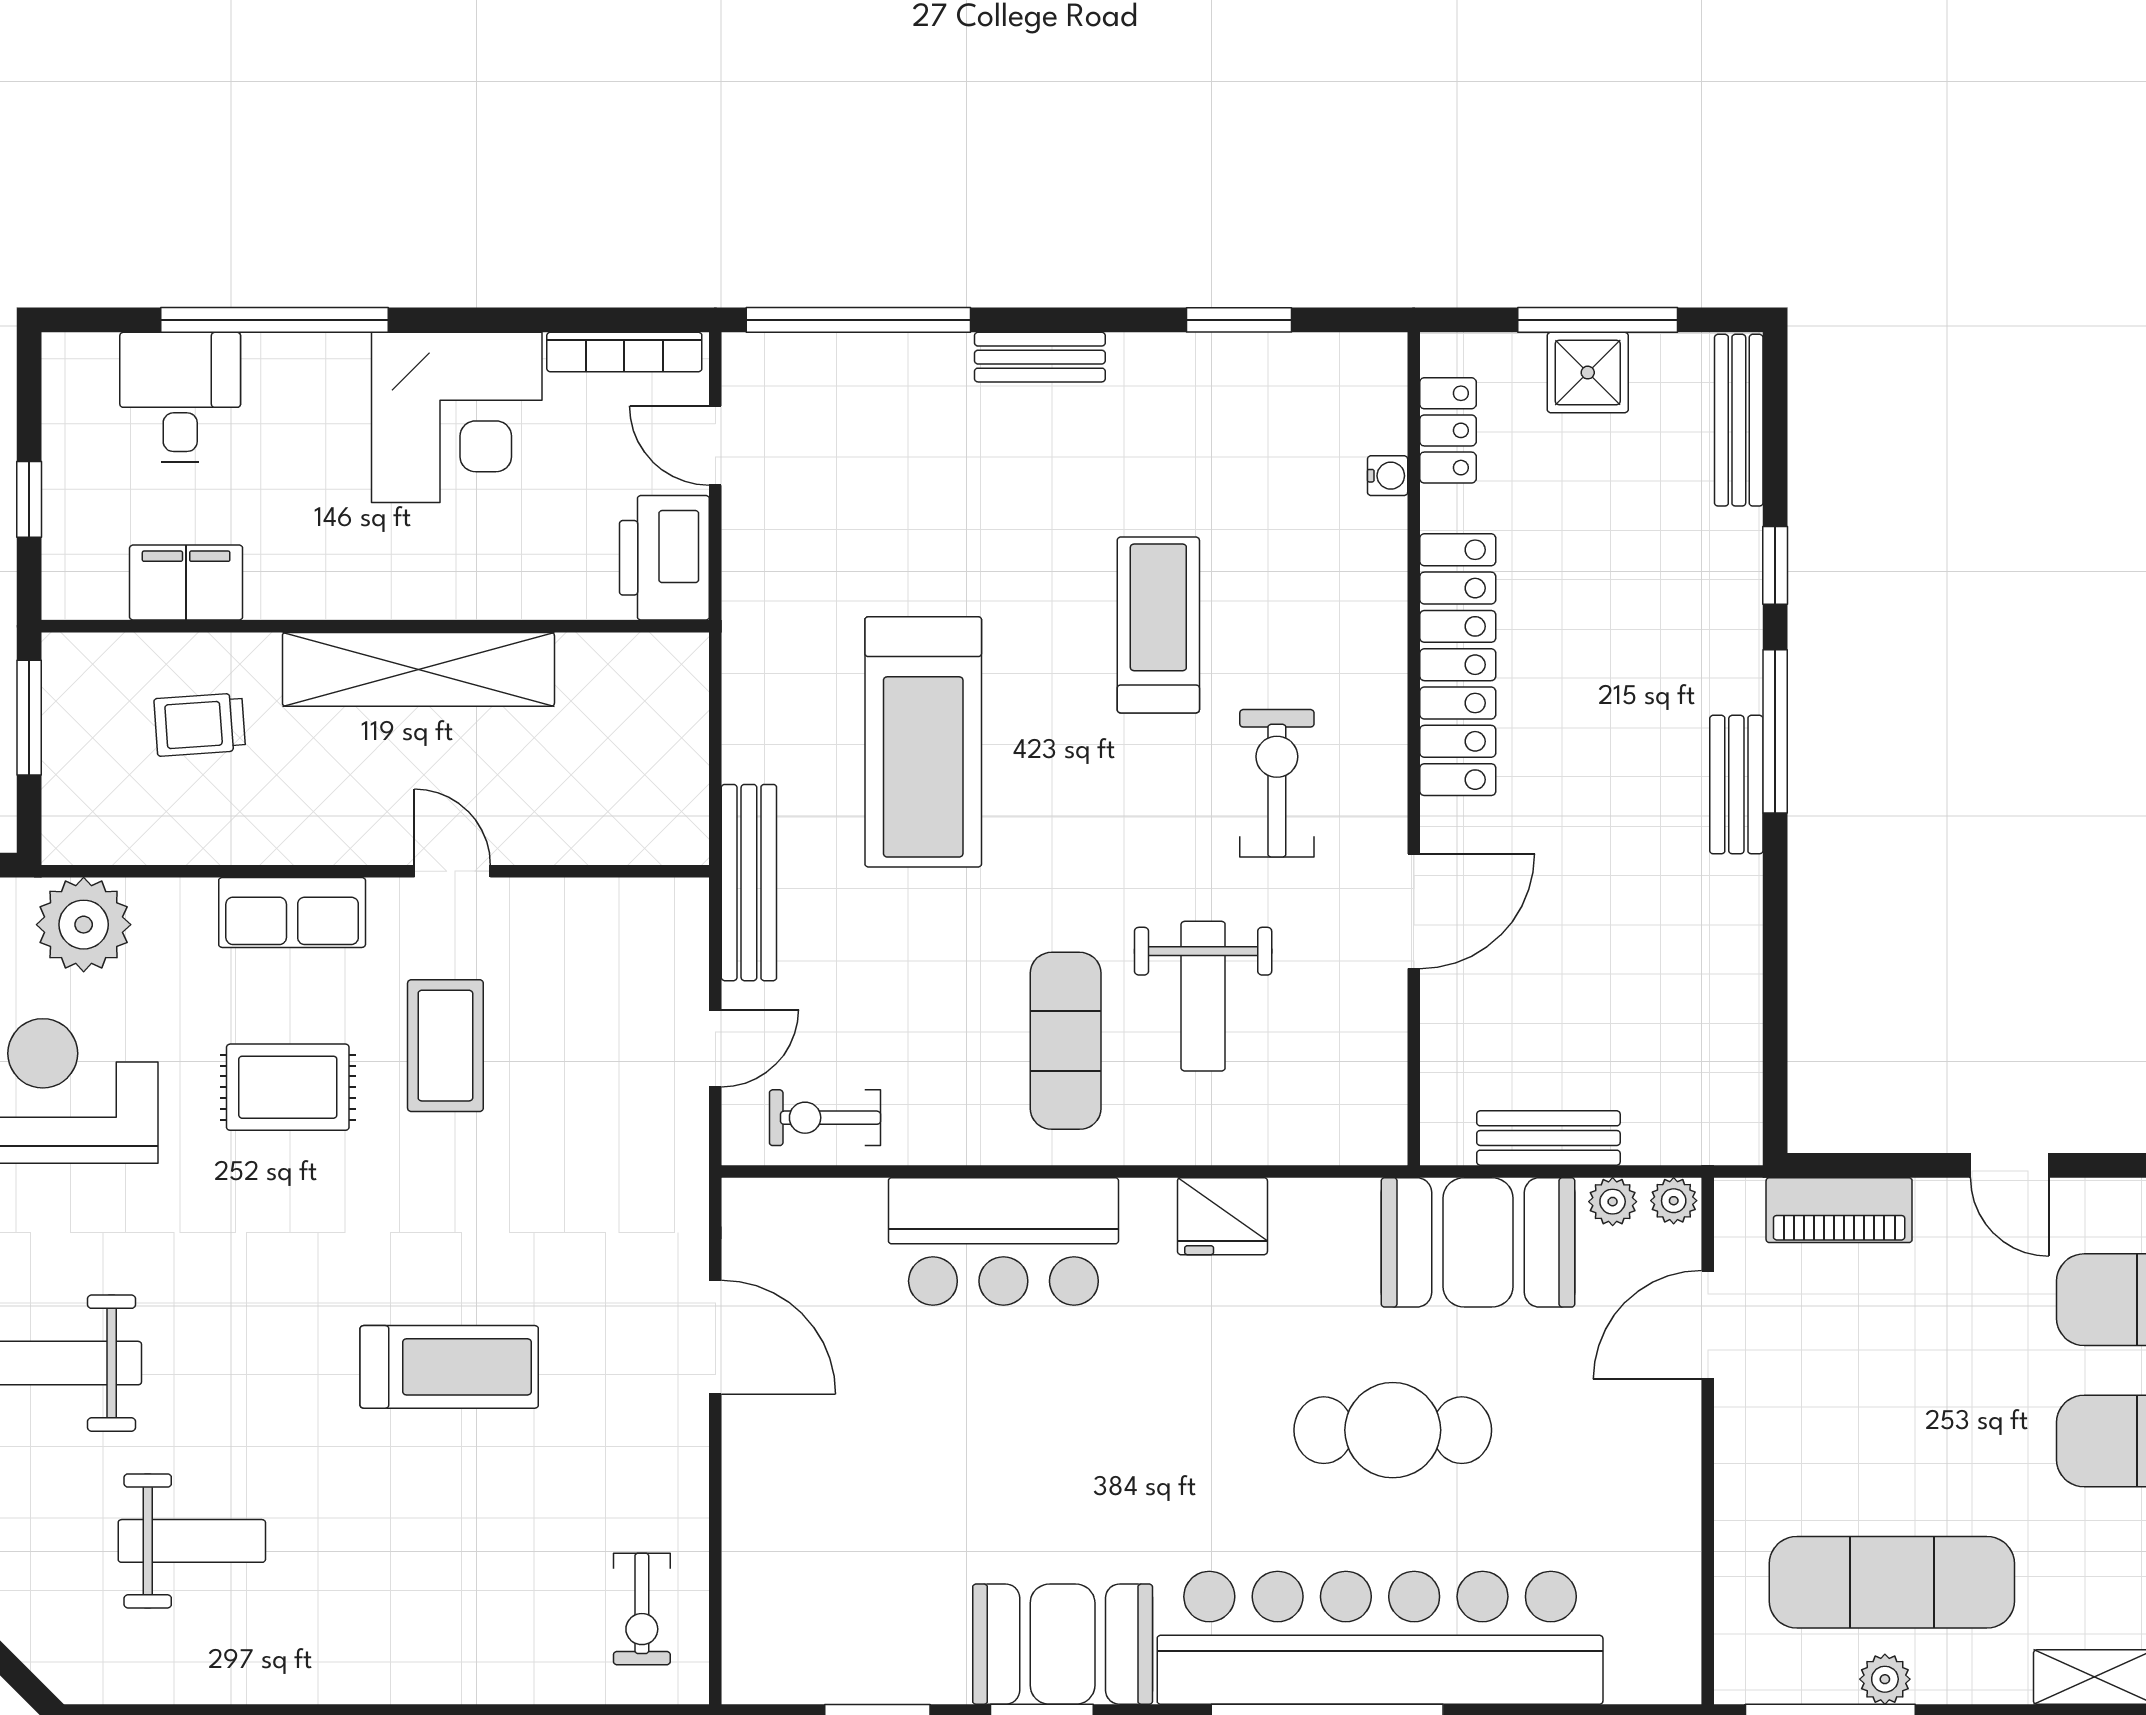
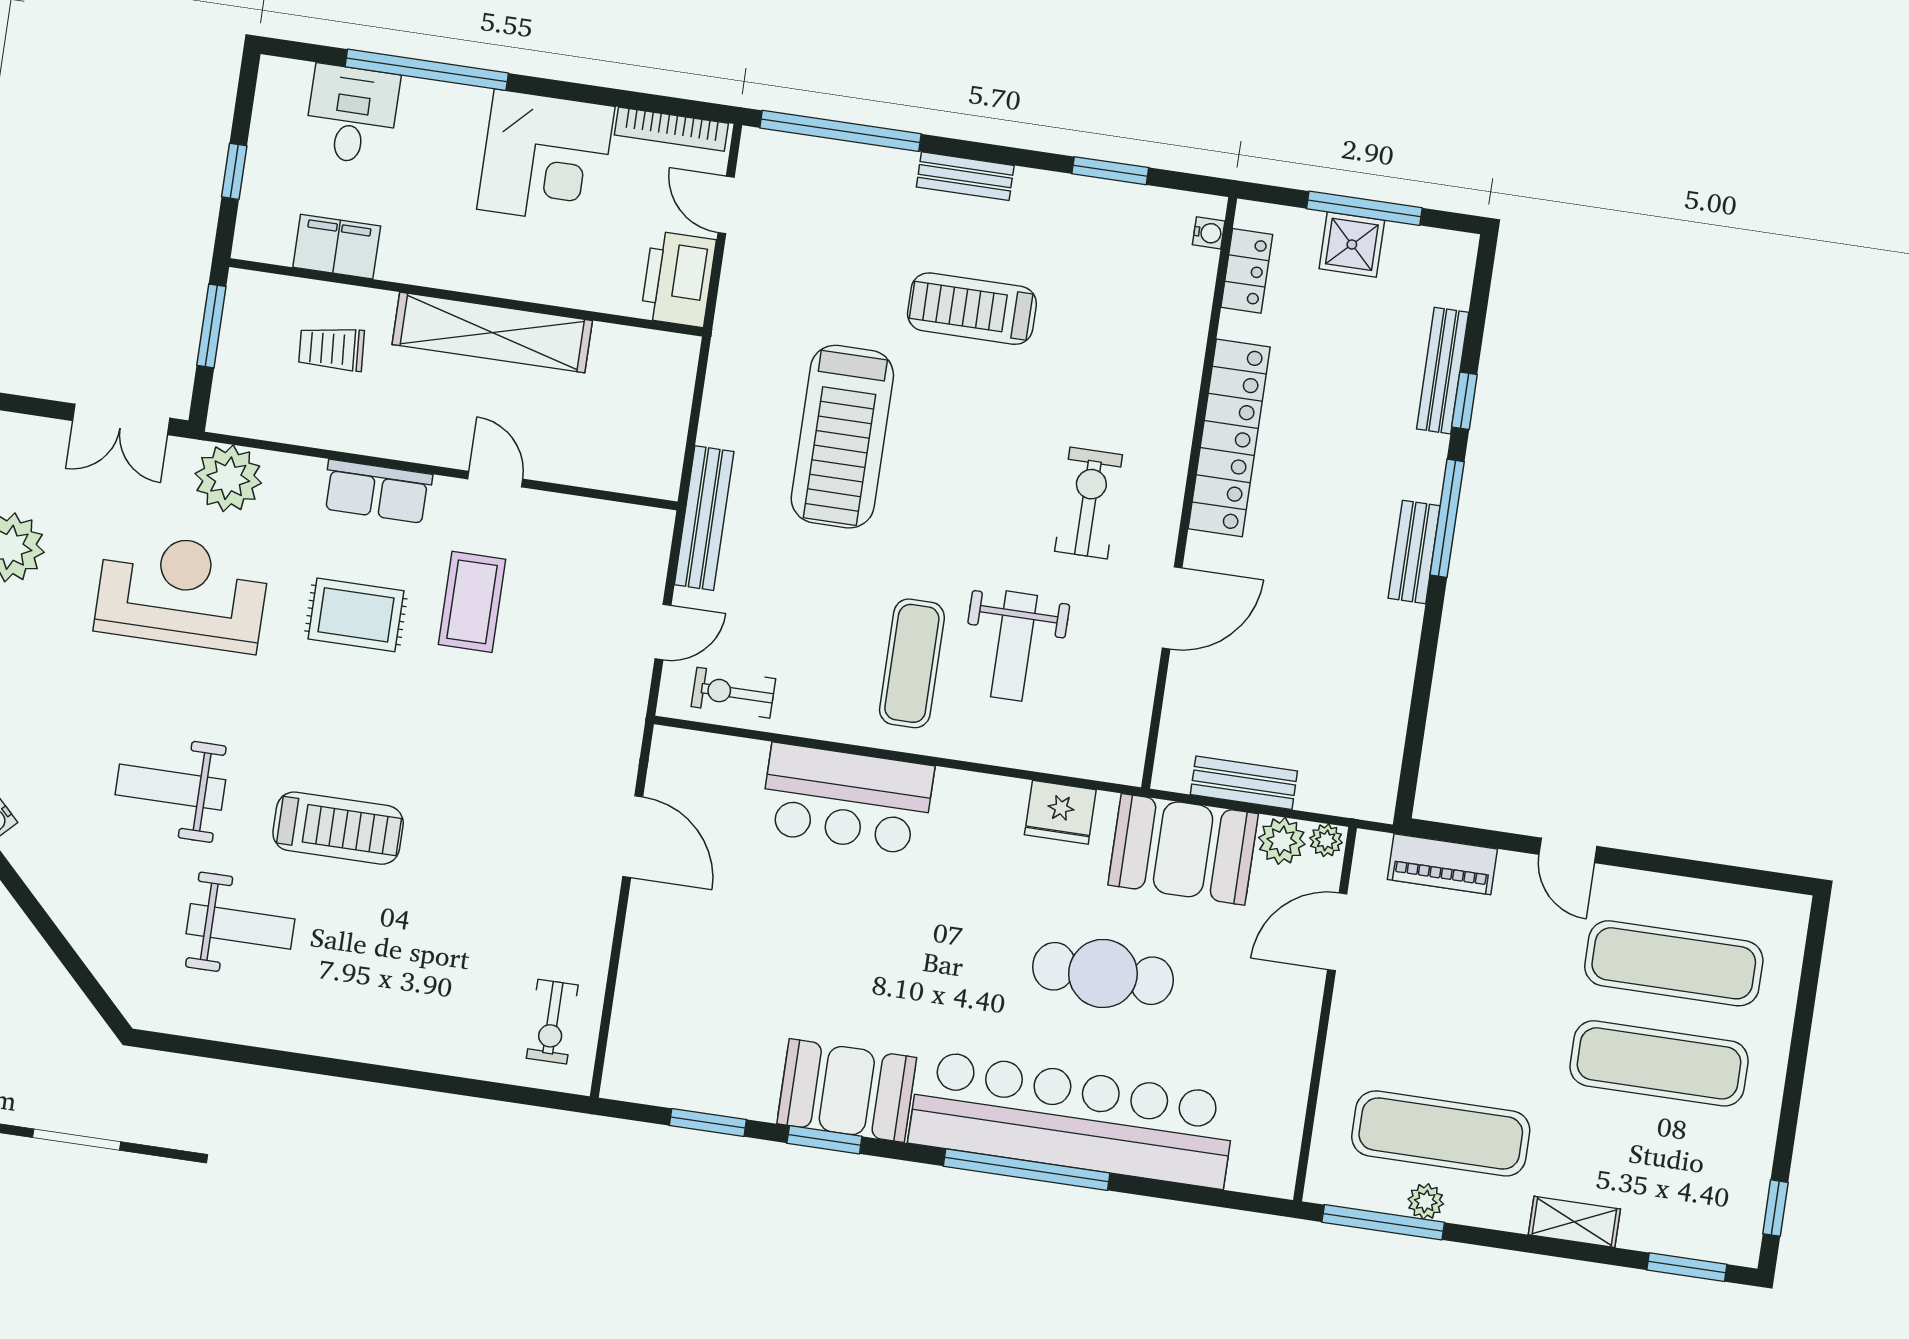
bench: (1739, 420) -> (1443, 371), moved
water cooler: (1388, 476) -> (1209, 233), moved
treadmill: (1158, 625) -> (972, 309), moved, turned -90
plant: (1613, 1202) -> (1282, 841), width x1.38, depth x1.38
fridge: (1222, 1216) -> (1060, 812), moved
treadmill: (449, 1367) -> (338, 828), moved

